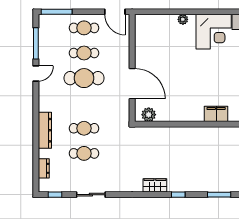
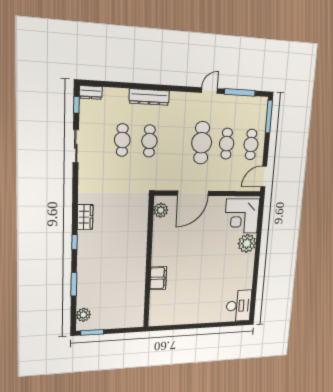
plant: (183, 19) -> (247, 243), width x1.87, depth x1.87
corner desk: (214, 32) -> (242, 216), moved
door: (36, 73) -> (210, 91), swing flipped
dresser: (44, 168) -> (91, 92), moved

